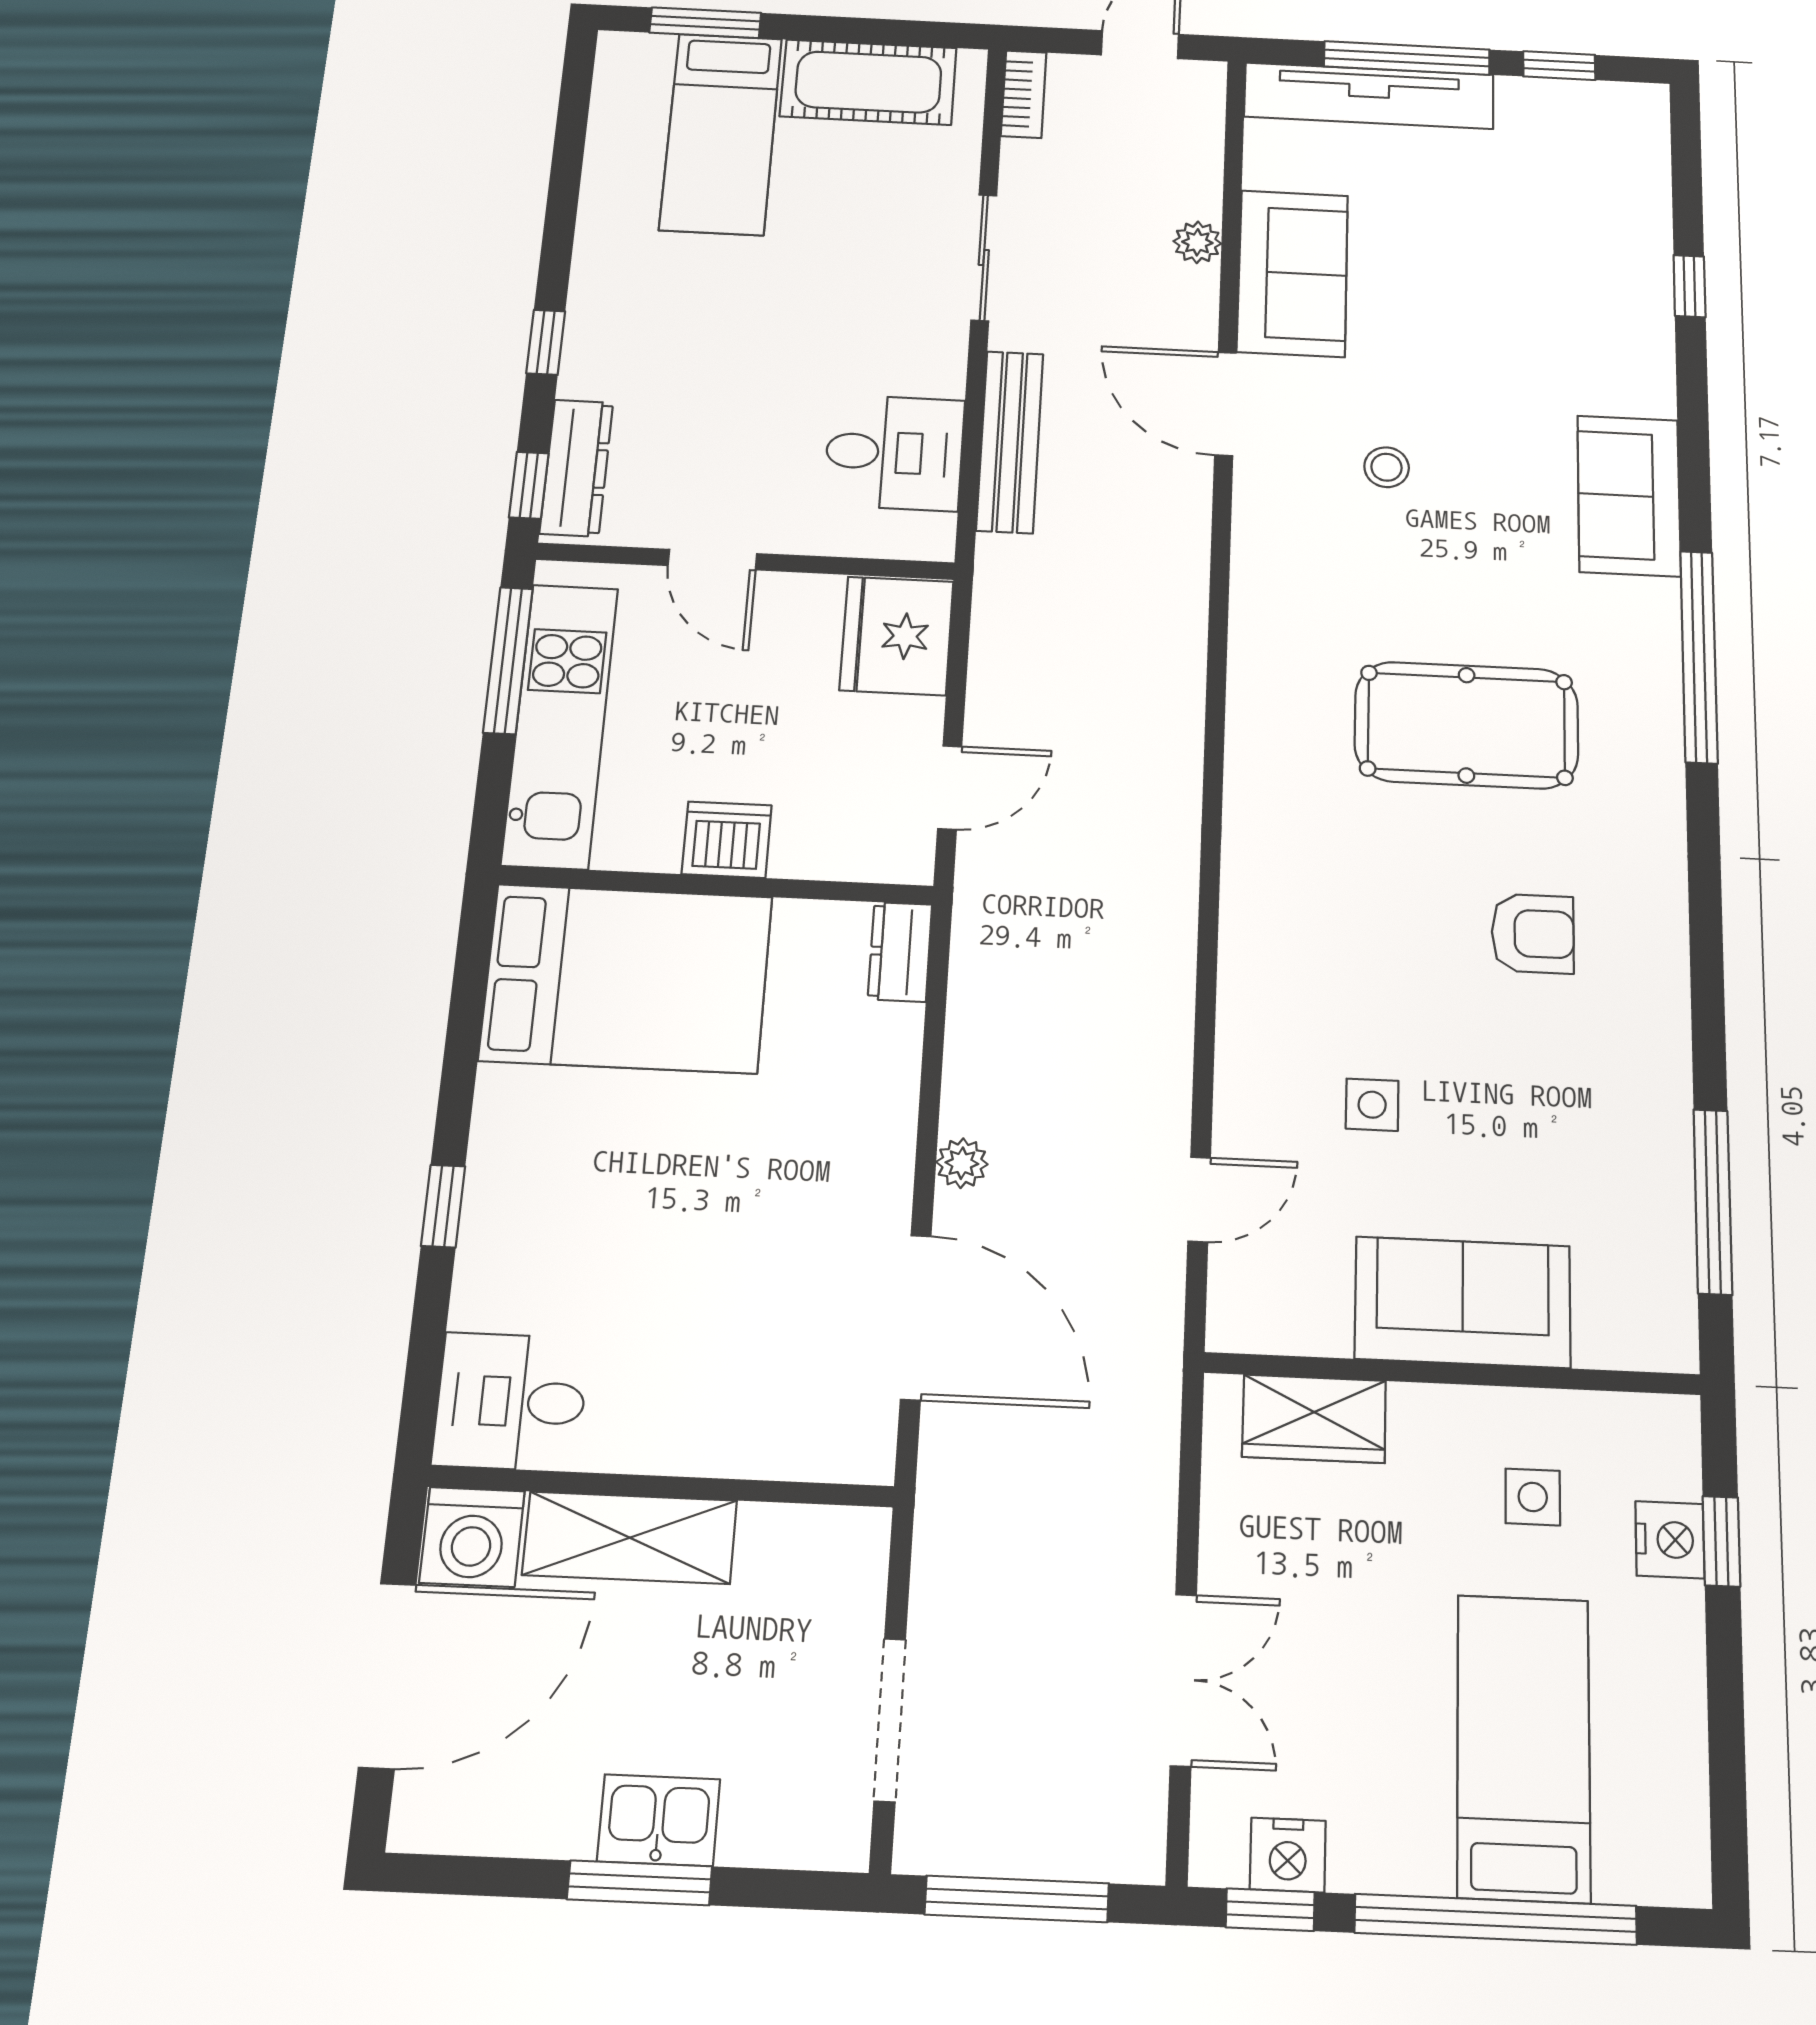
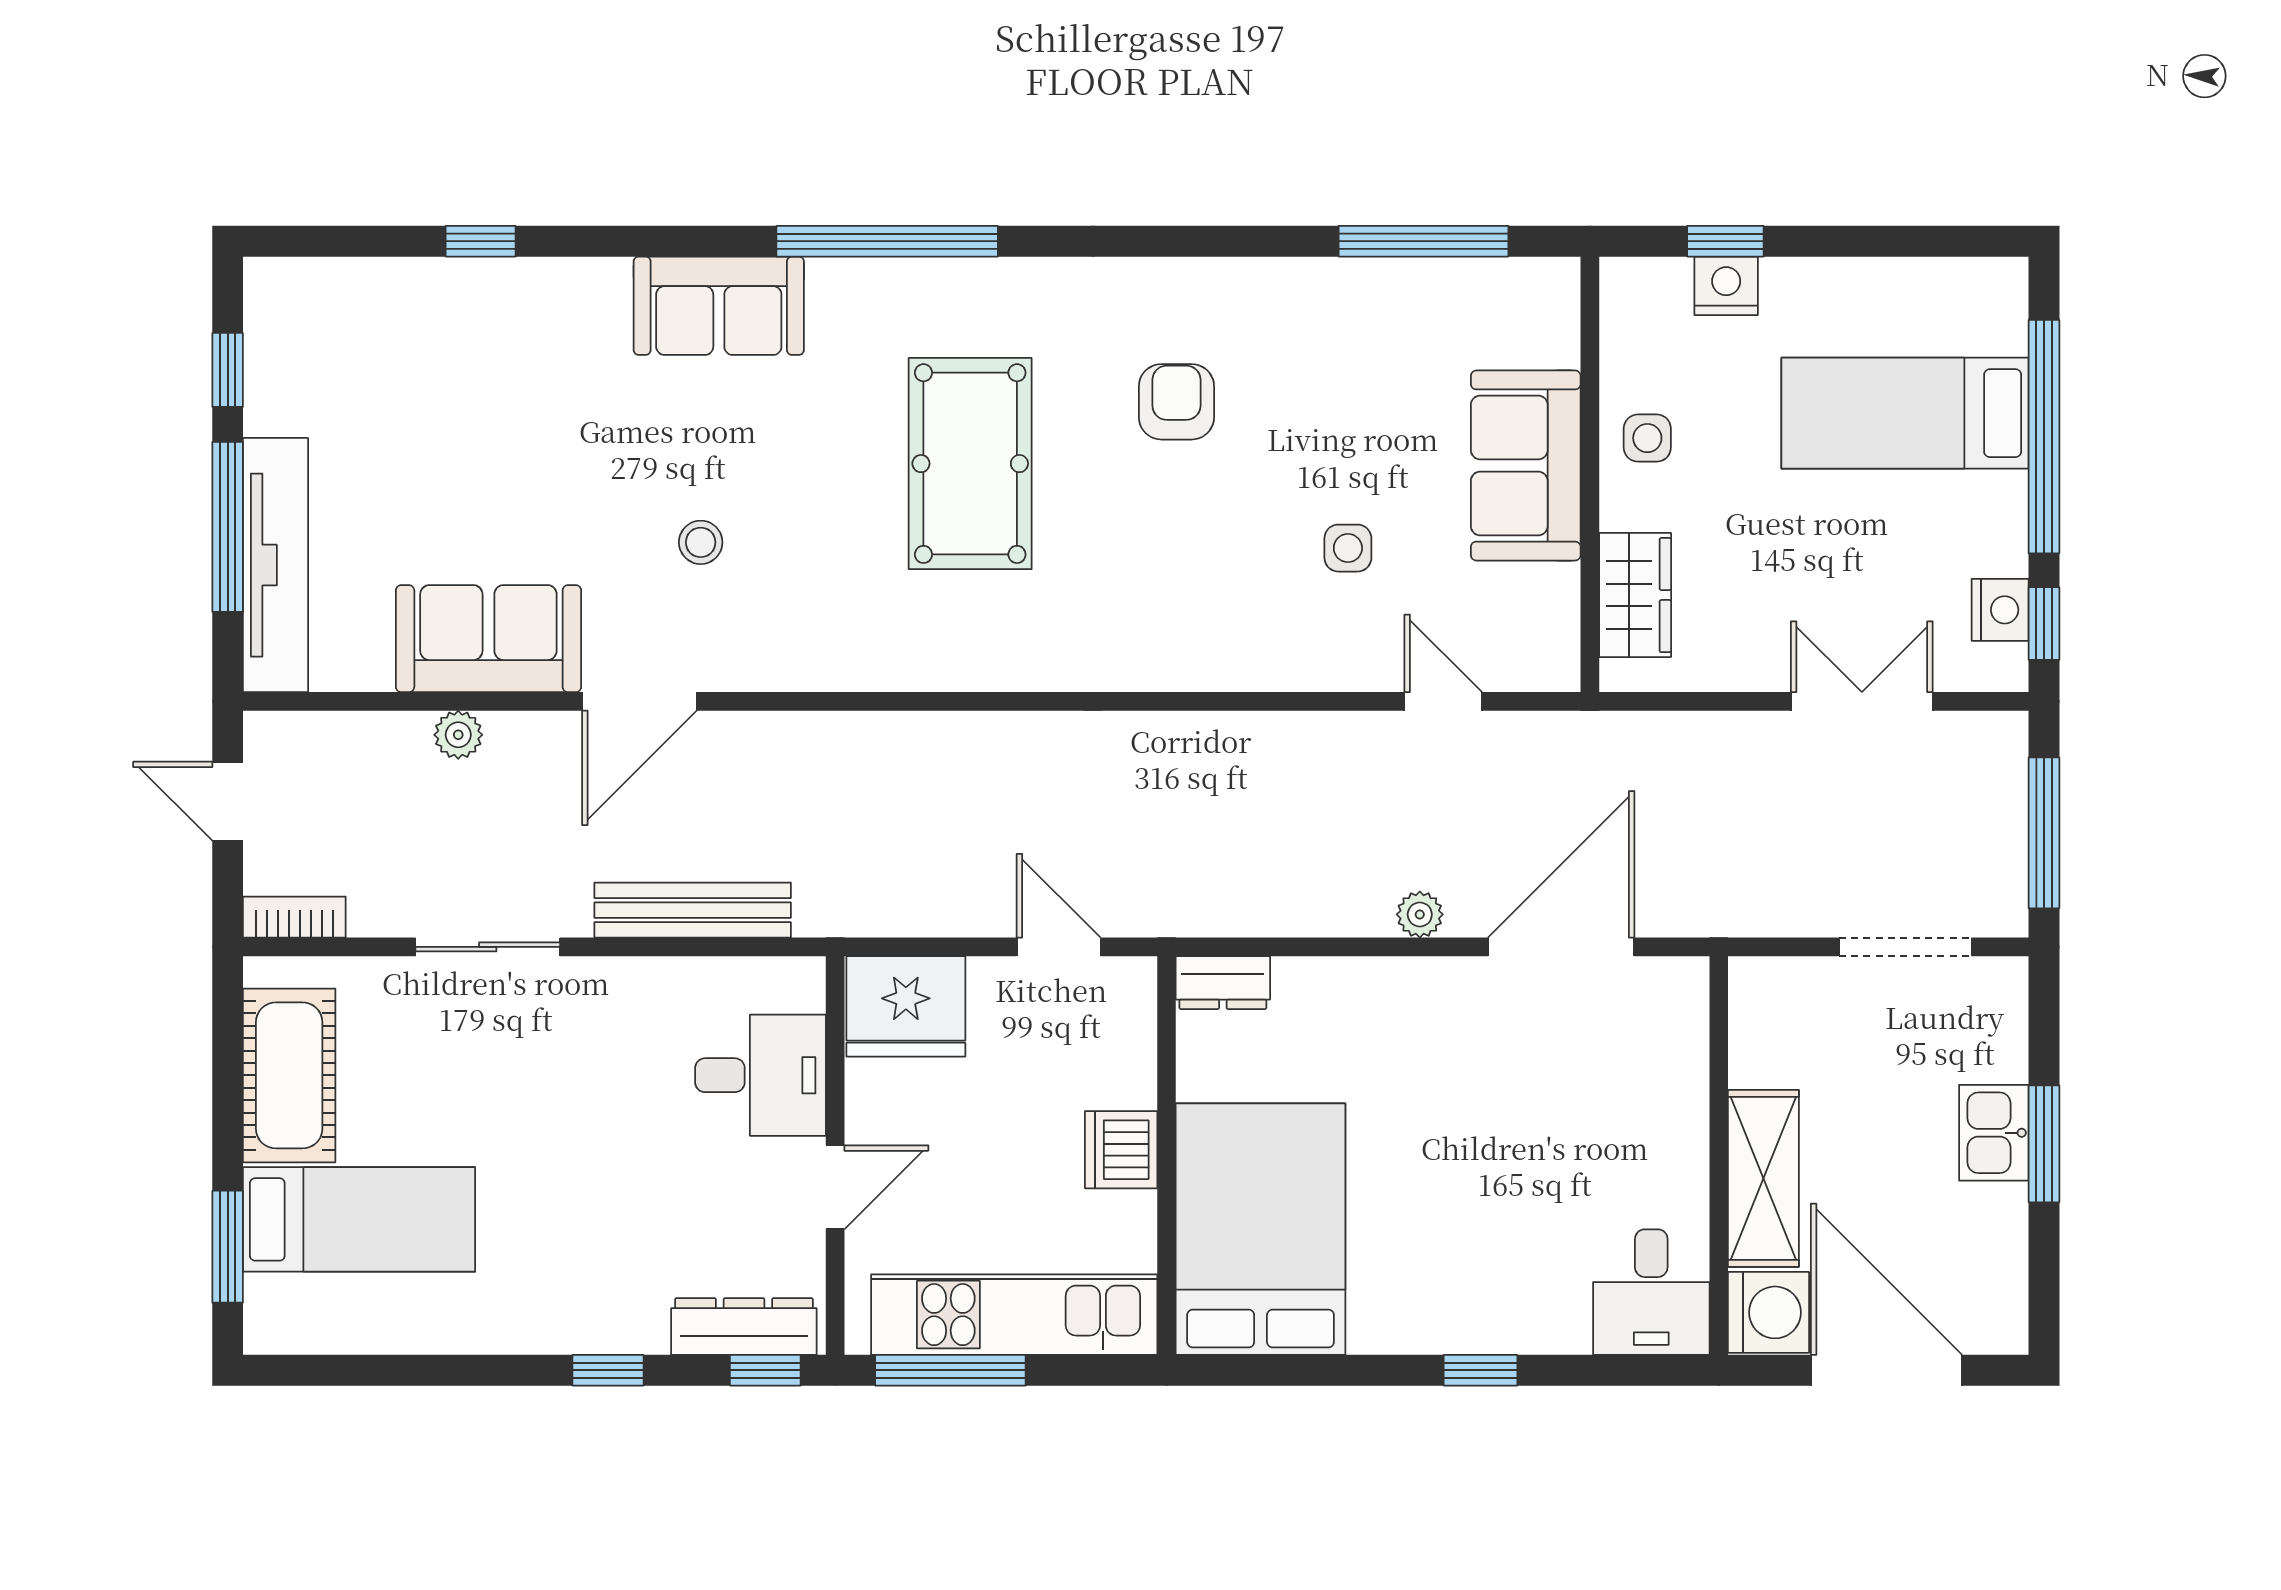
desk: (894, 453) -> (760, 1075), moved, turned 90
side table: (1533, 1497) -> (1647, 438), moved

